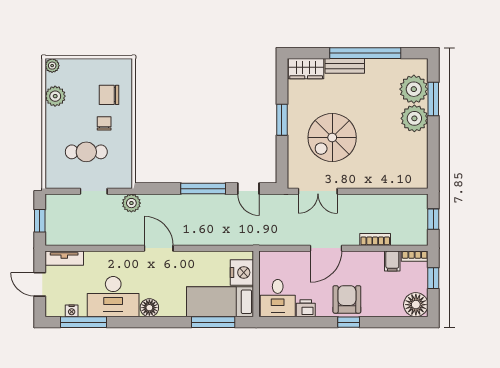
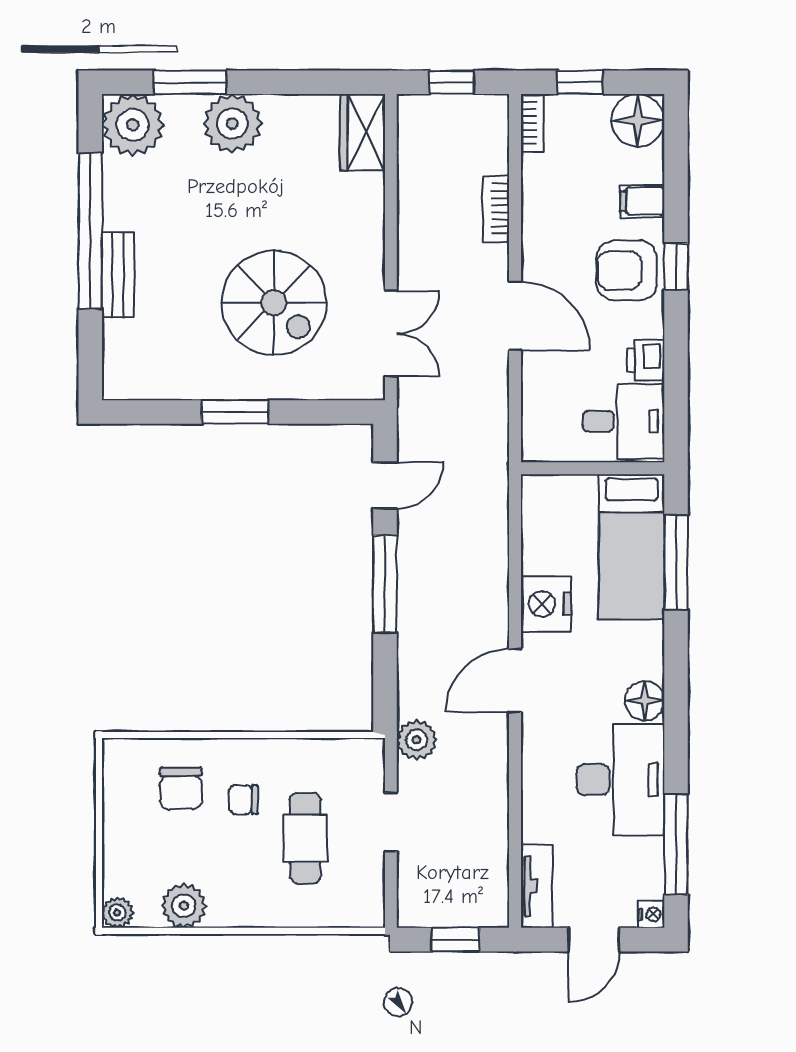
wardrobe: (306, 69) -> (363, 132), moved, turned 180
plant: (414, 89) -> (133, 125), moved
filing cabinet: (392, 261) -> (642, 201), moved, turned 180
nightstand: (242, 273) -> (546, 604), moved, turned -90
nightstand: (72, 311) -> (651, 914), moved

